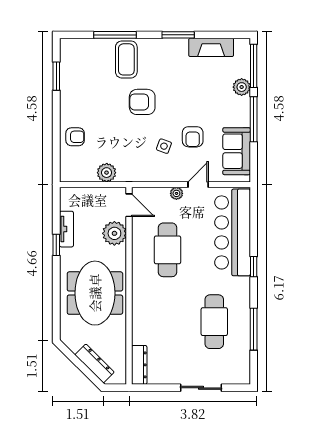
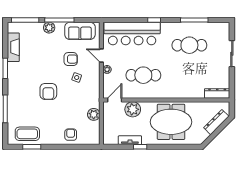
coffee table: (126, 59) -> (27, 134), moved
plant: (242, 87) -> (49, 28), moved

